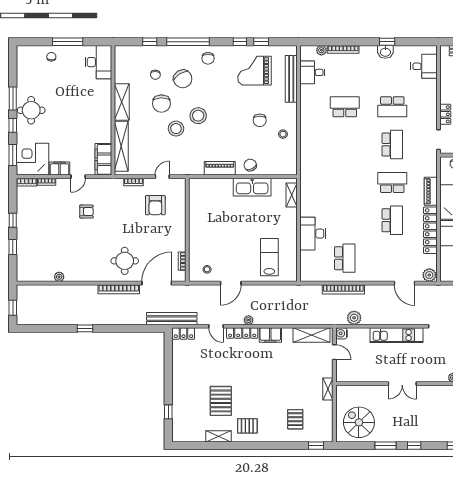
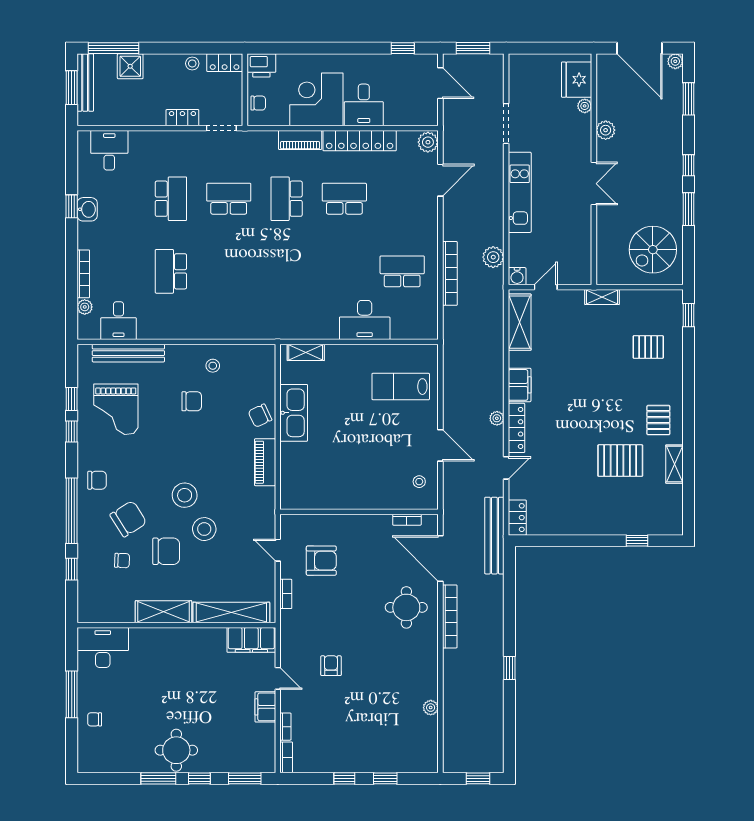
corner desk: (32, 159) -> (251, 748), removed
plant: (437, 391) -> (606, 130), added

